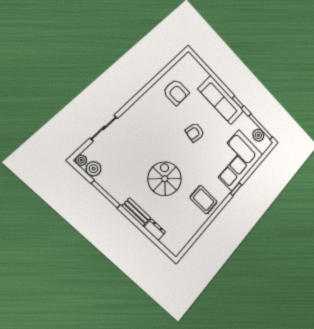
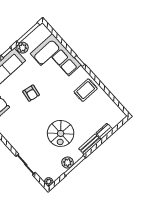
plant: (258, 135) -> (23, 48), moved
plant: (93, 169) -> (67, 163), moved
spiral stairs: (165, 179) -> (61, 133), moved, turned -90

